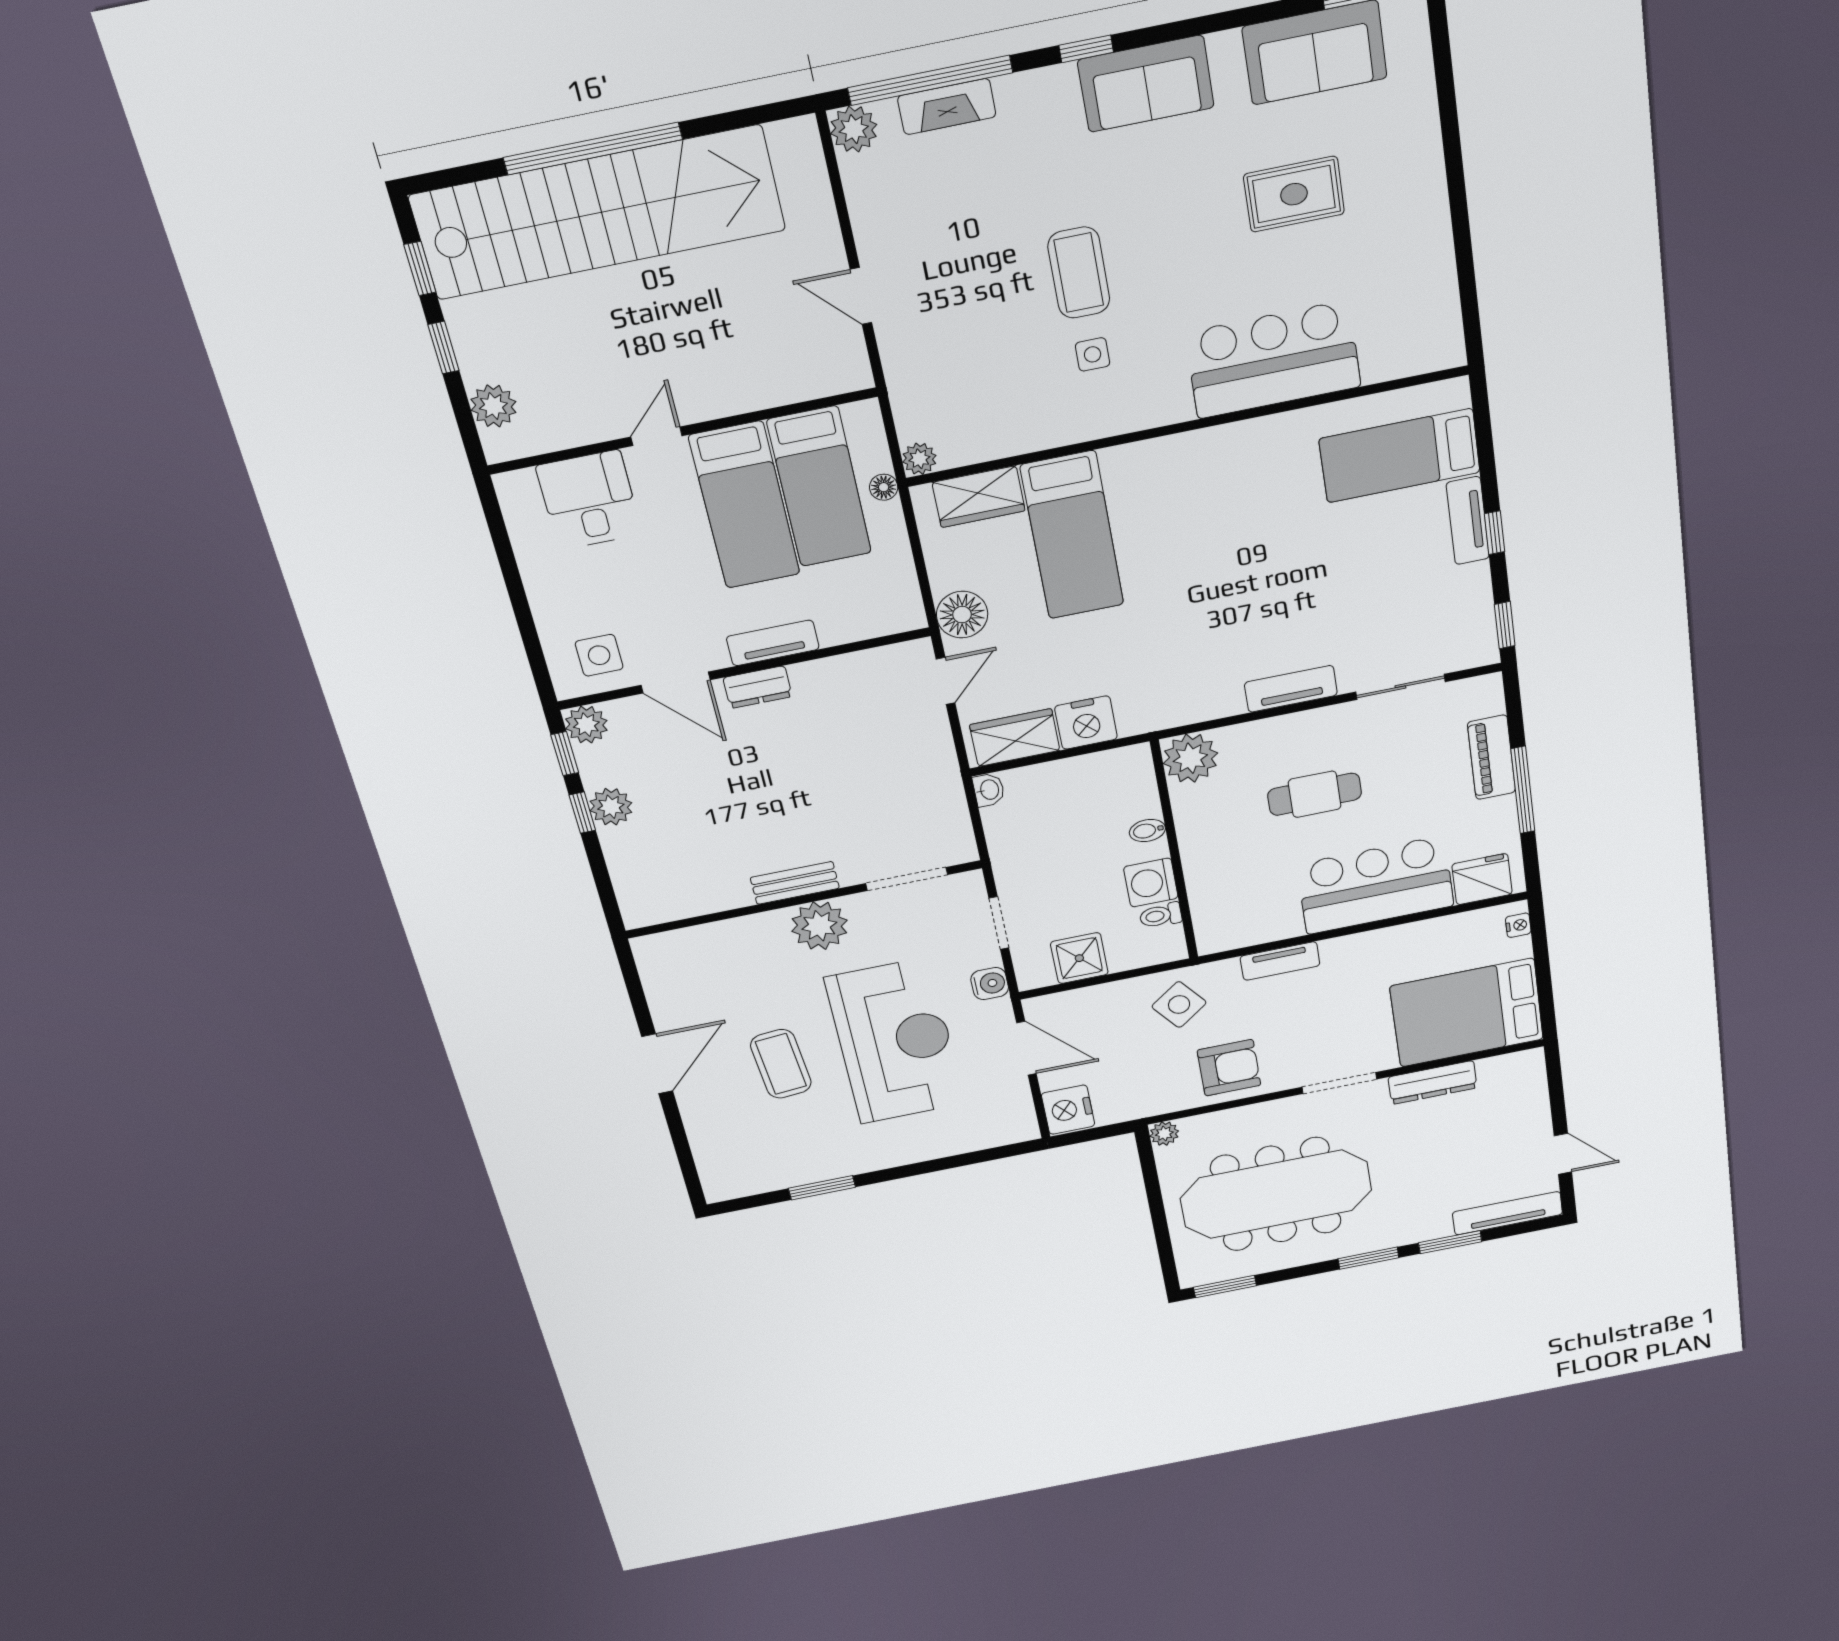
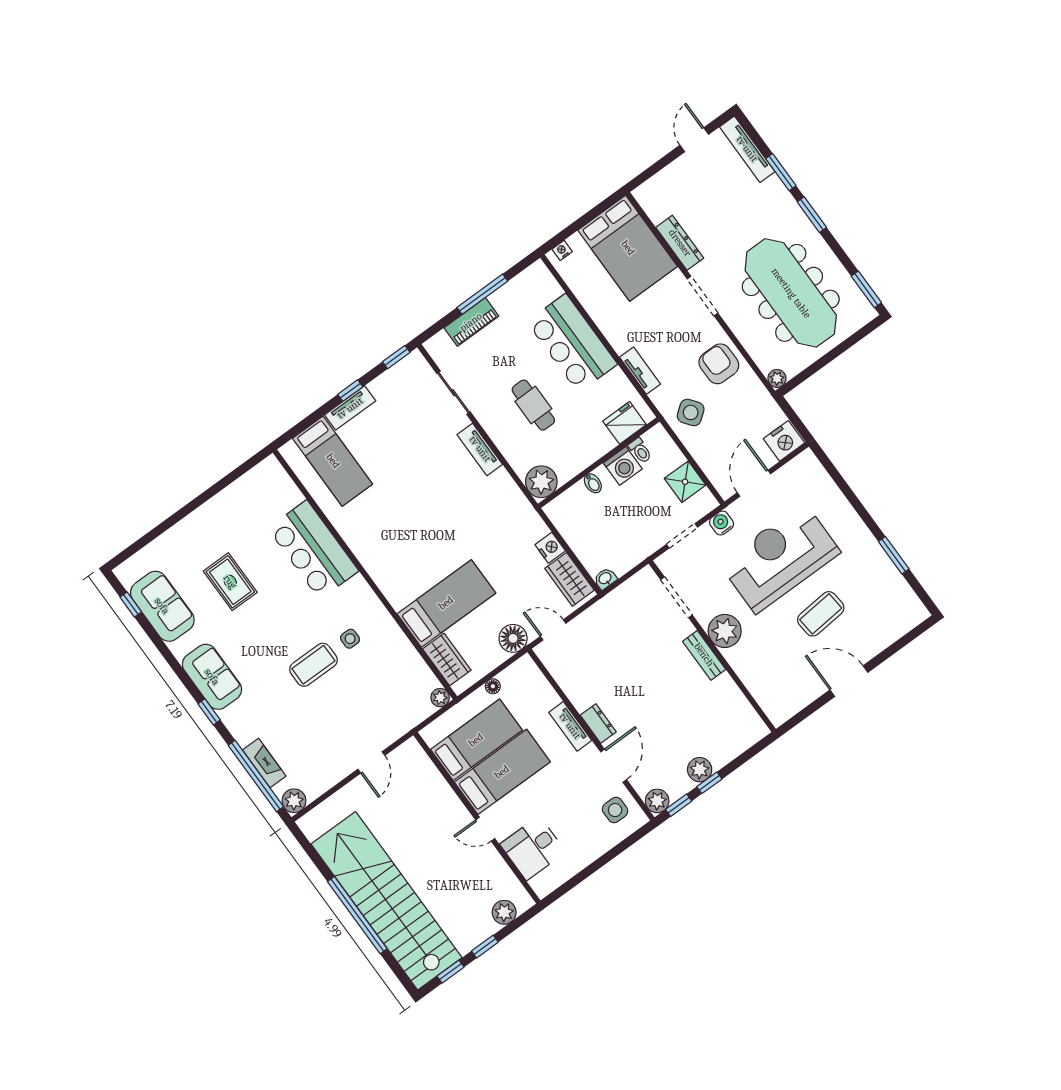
floor lamp: (884, 487) -> (493, 686), moved
nightstand: (1086, 723) -> (550, 548), width x0.74, depth x0.75
fridge: (1482, 879) -> (625, 423), moved, turned 90

